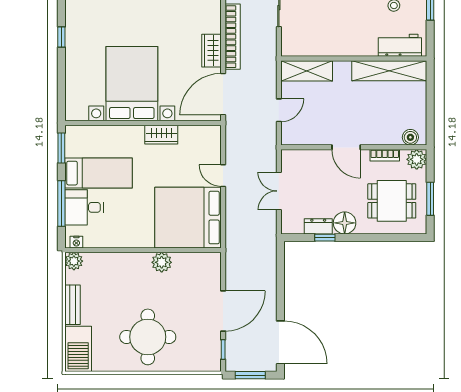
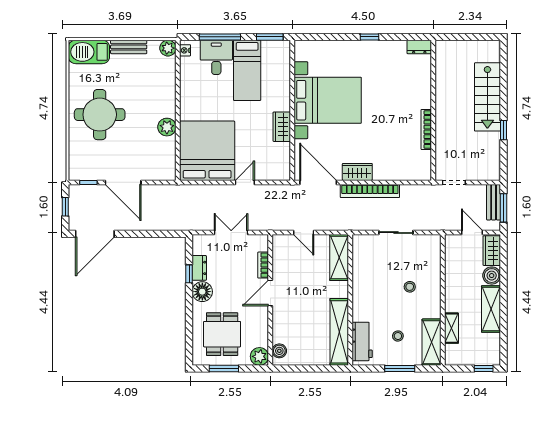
bookcase: (385, 155) -> (263, 265), moved
window: (250, 375) -> (65, 207), width x0.67

